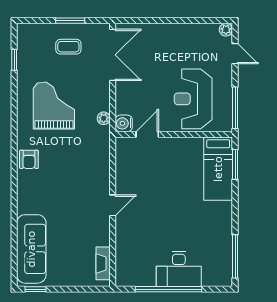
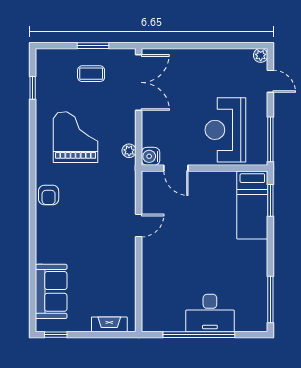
door: (147, 134) -> (176, 168), swing flipped
door: (113, 205) -> (139, 226), moved
sofa: (31, 249) -> (51, 291), width x0.73
fireplace: (103, 263) -> (109, 324), moved, turned 90

